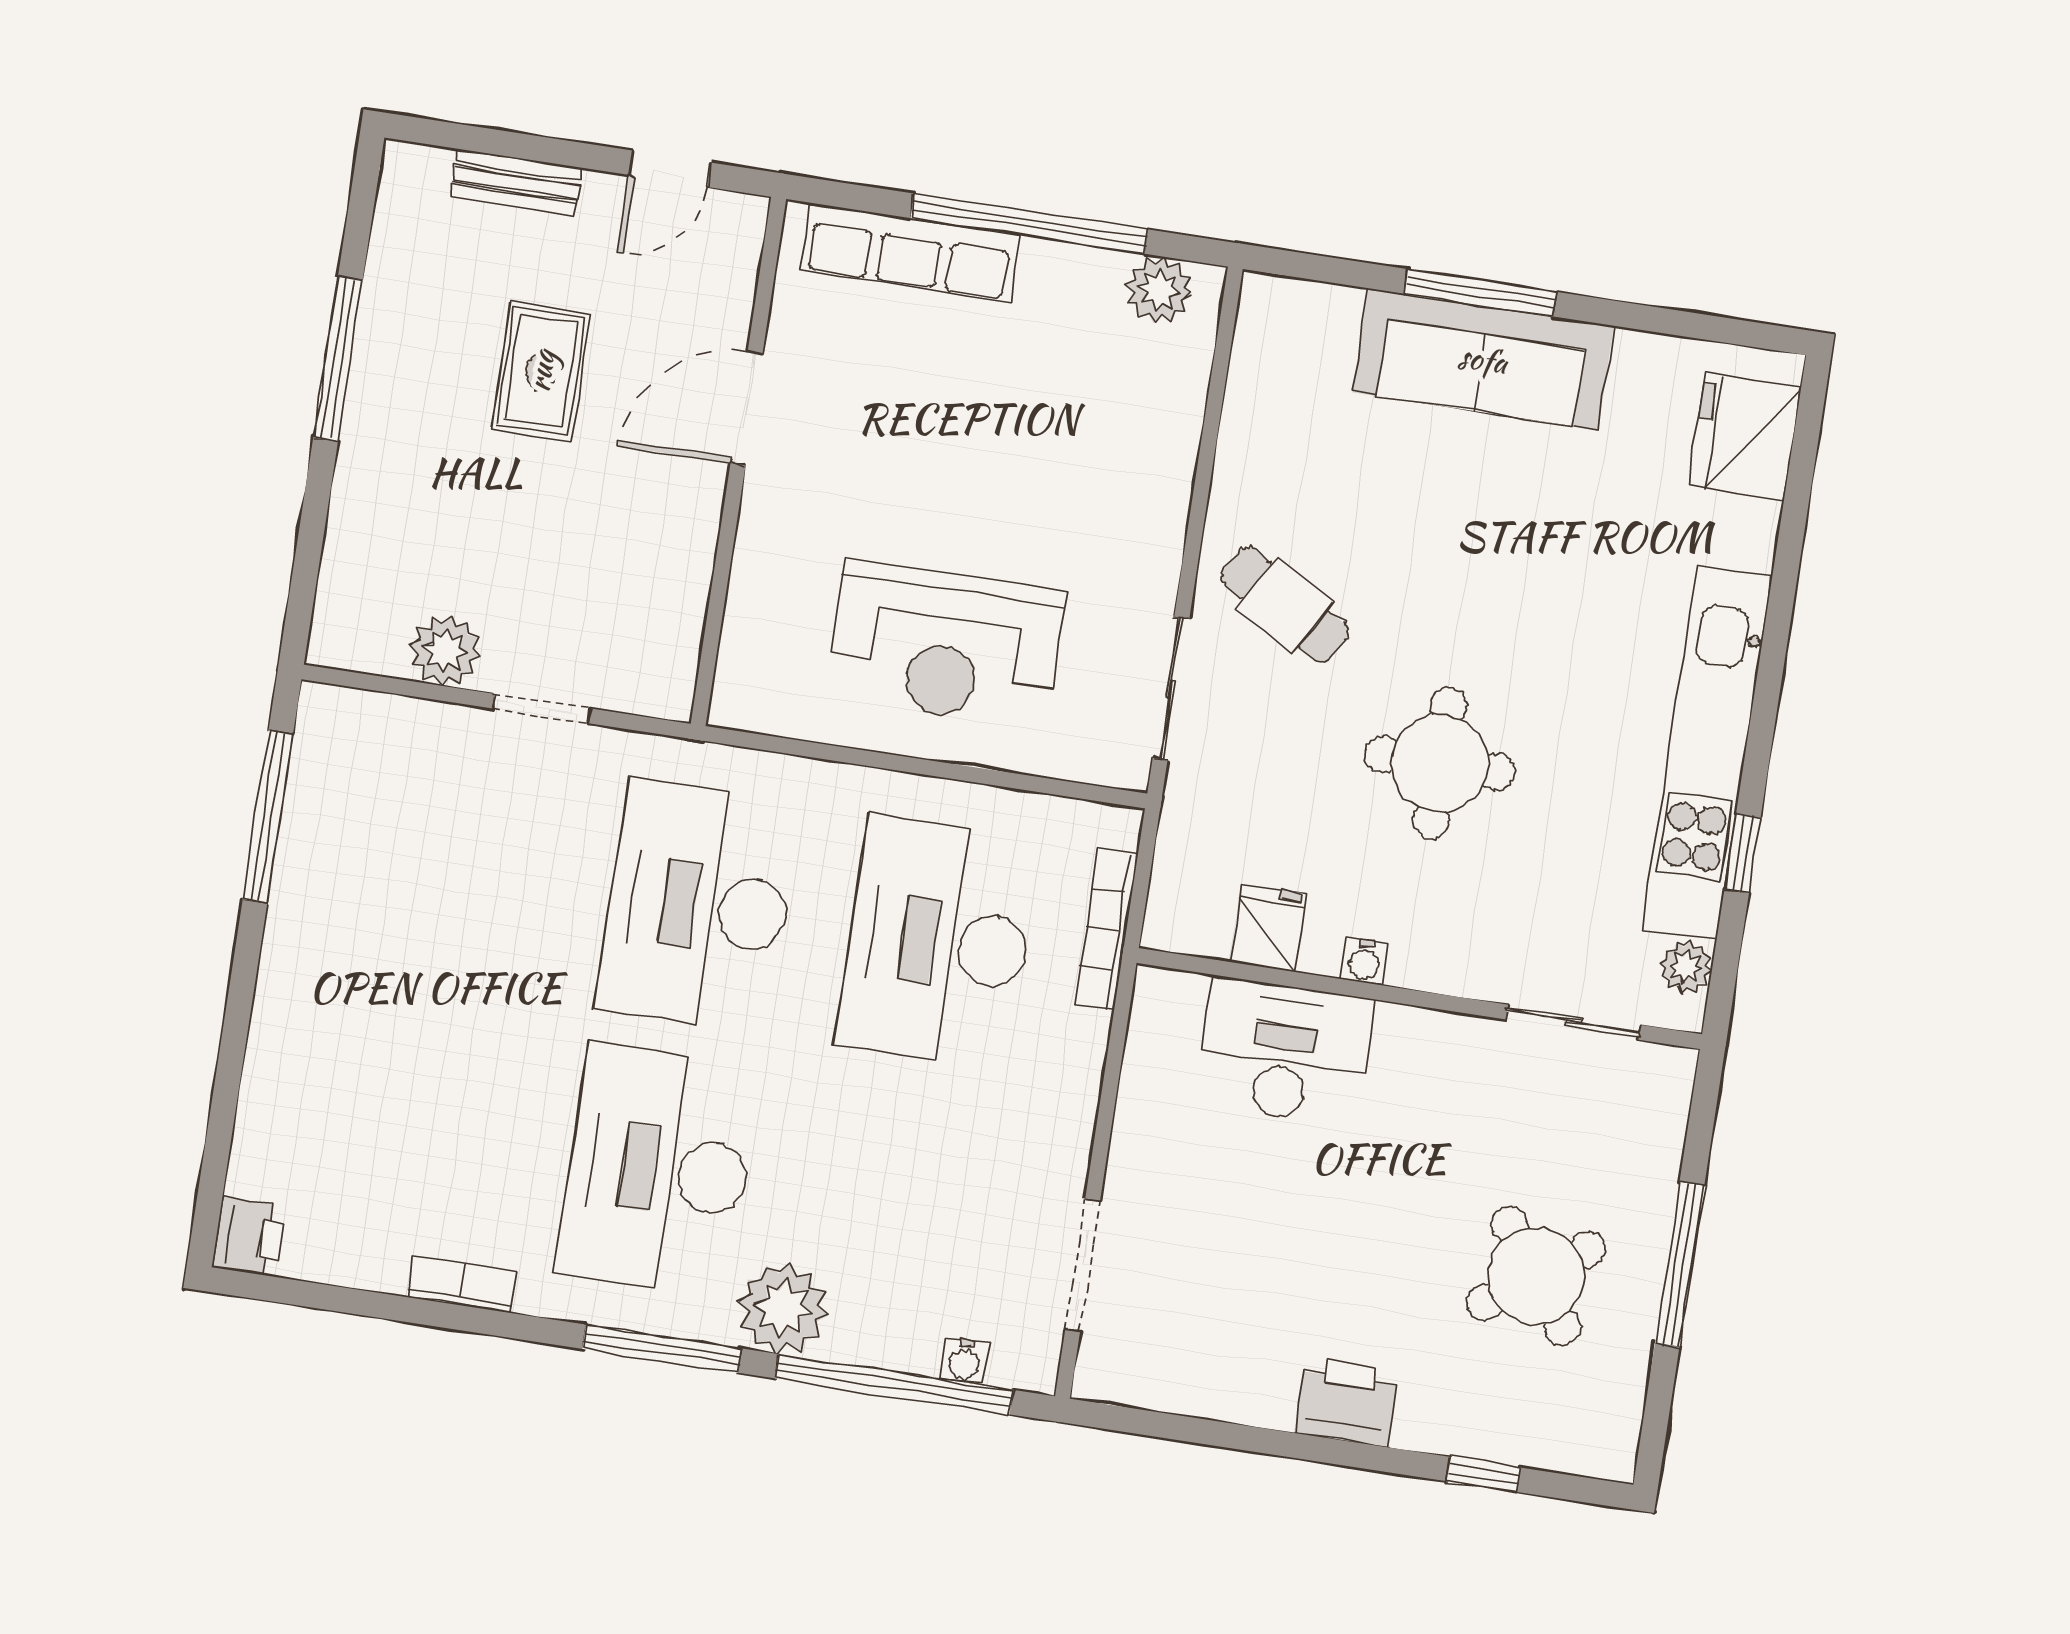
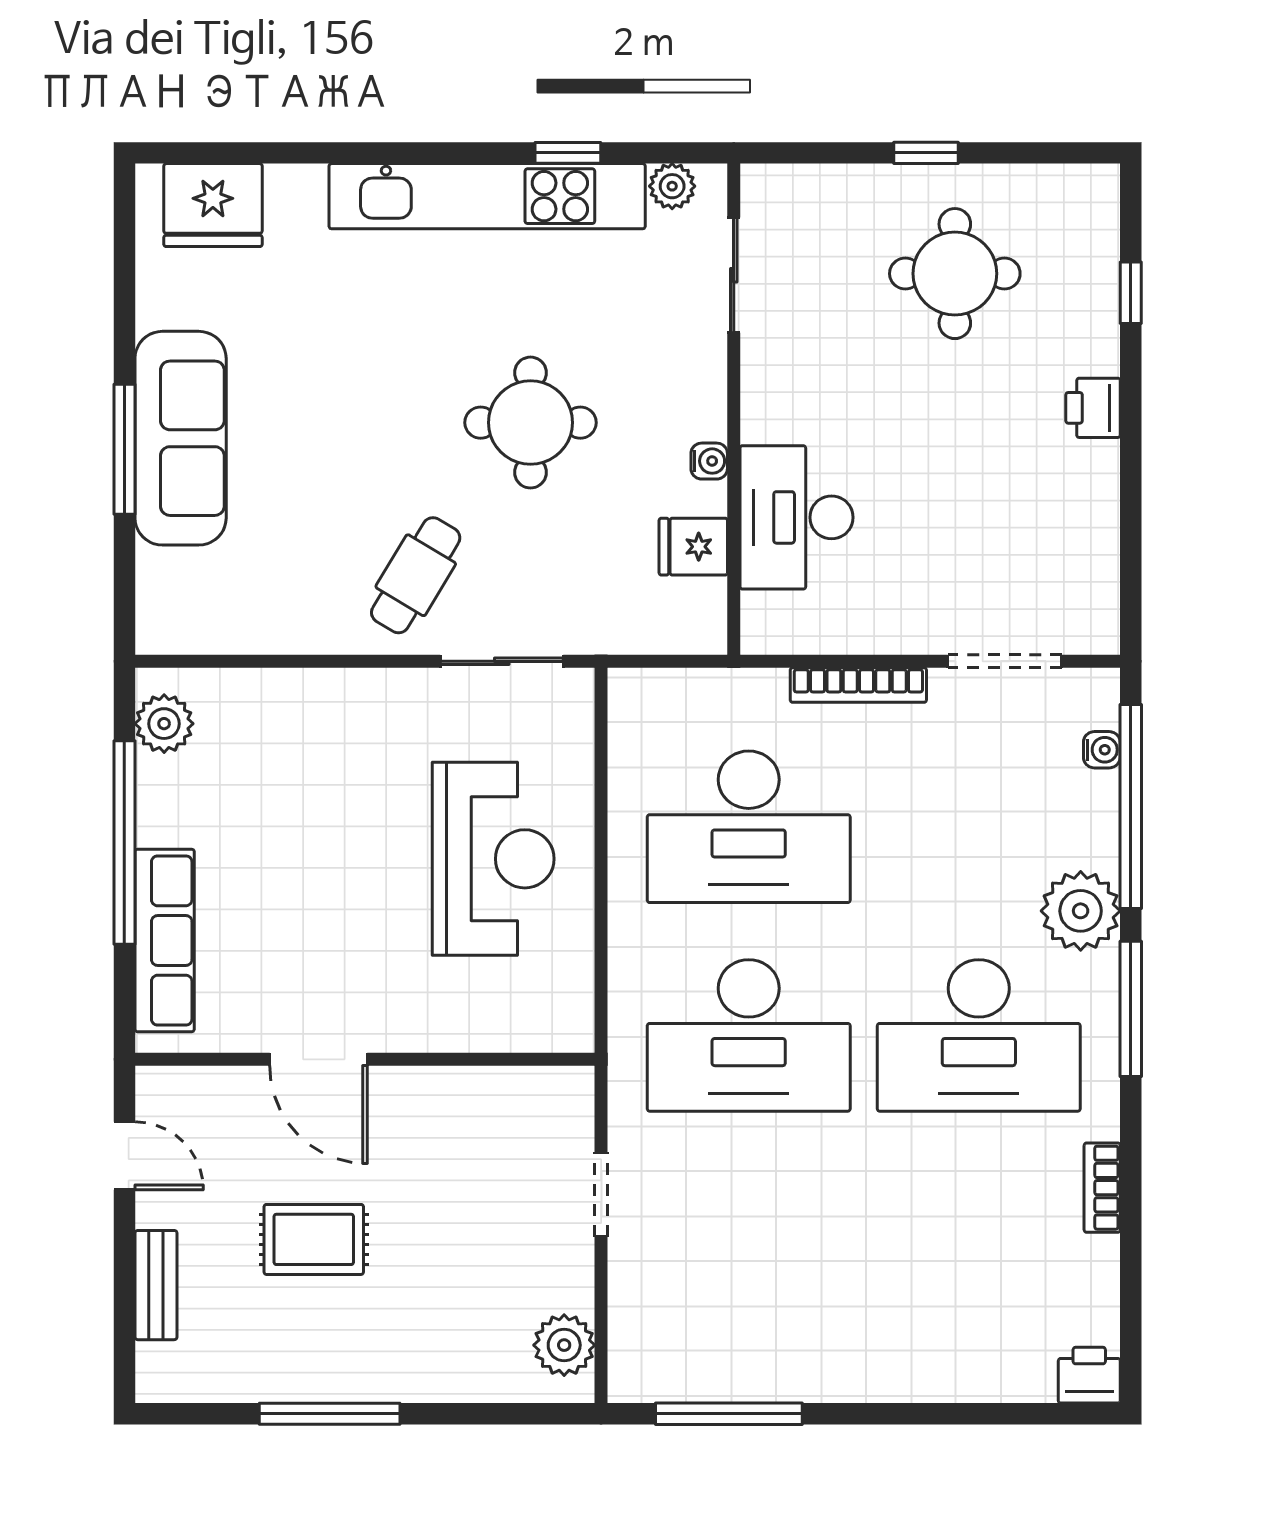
plant: (445, 650) -> (564, 1345), moved
bookcase: (1106, 929) -> (858, 685), moved
window: (1680, 1264) -> (926, 153), width x0.46
round table: (1536, 1276) -> (955, 274), turned 36
printer: (1347, 1402) -> (1093, 408), width x0.73, depth x0.81

